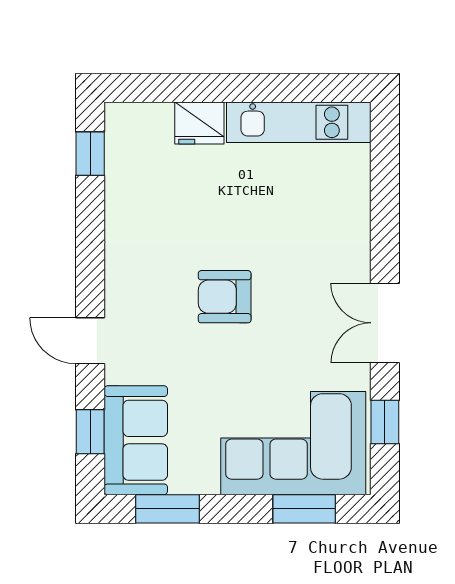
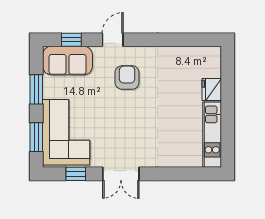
window: (90, 154) -> (198, 40), removed
armchair: (225, 297) -> (127, 77), moved
double door: (385, 323) -> (121, 174), swing flipped
window: (167, 509) -> (36, 89), moved

